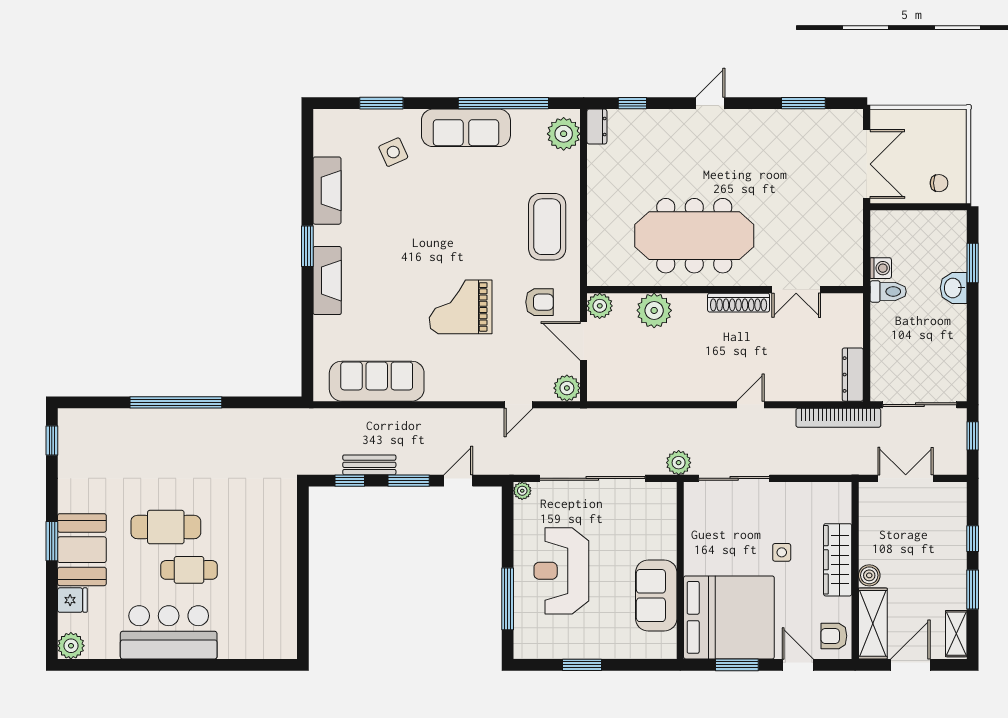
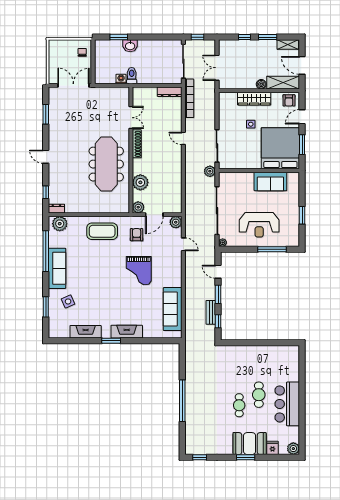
cafe table: (166, 527) -> (239, 405), width x0.73, depth x0.74

